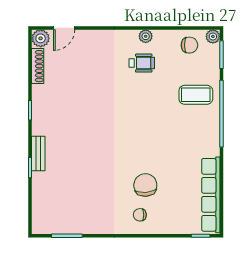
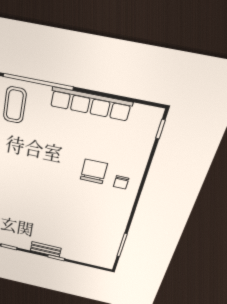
chair: (145, 185) -> (94, 171), turned 94
row of seats: (211, 195) -> (91, 104), moved

